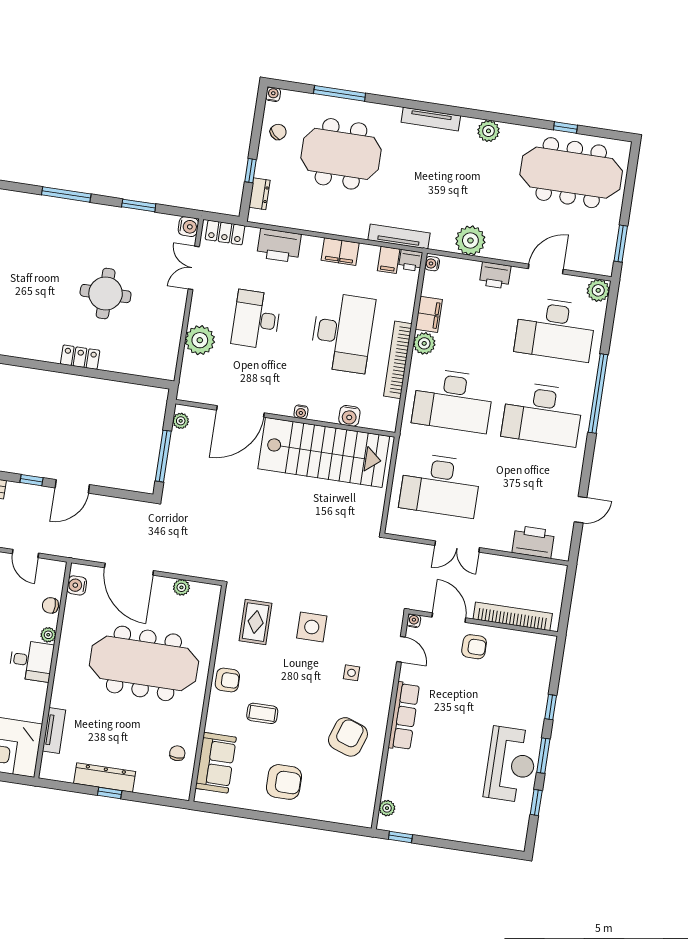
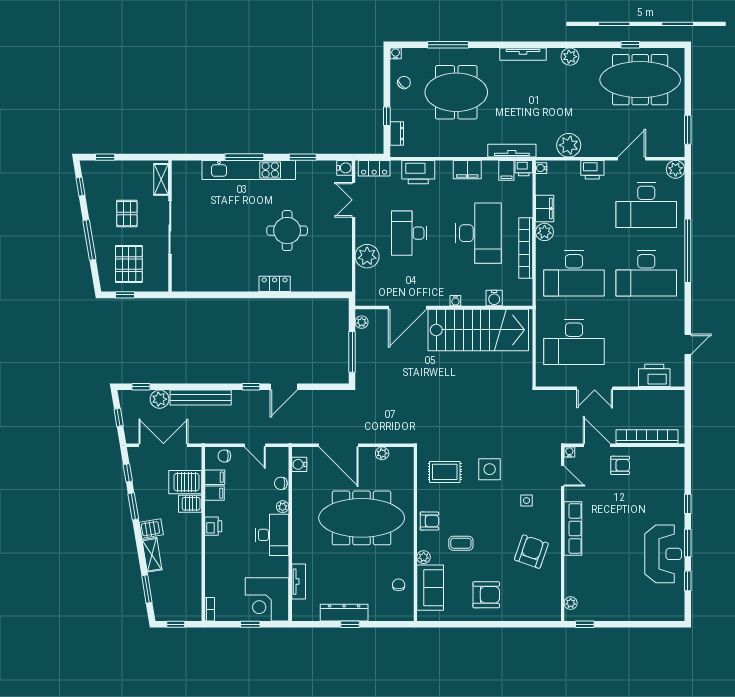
kitchen unit: (69, 211) -> (249, 170), added
rug: (256, 622) -> (445, 472), turned 90
desk: (31, 661) -> (272, 535), width x1.37
plant: (213, 724) -> (424, 557), added

